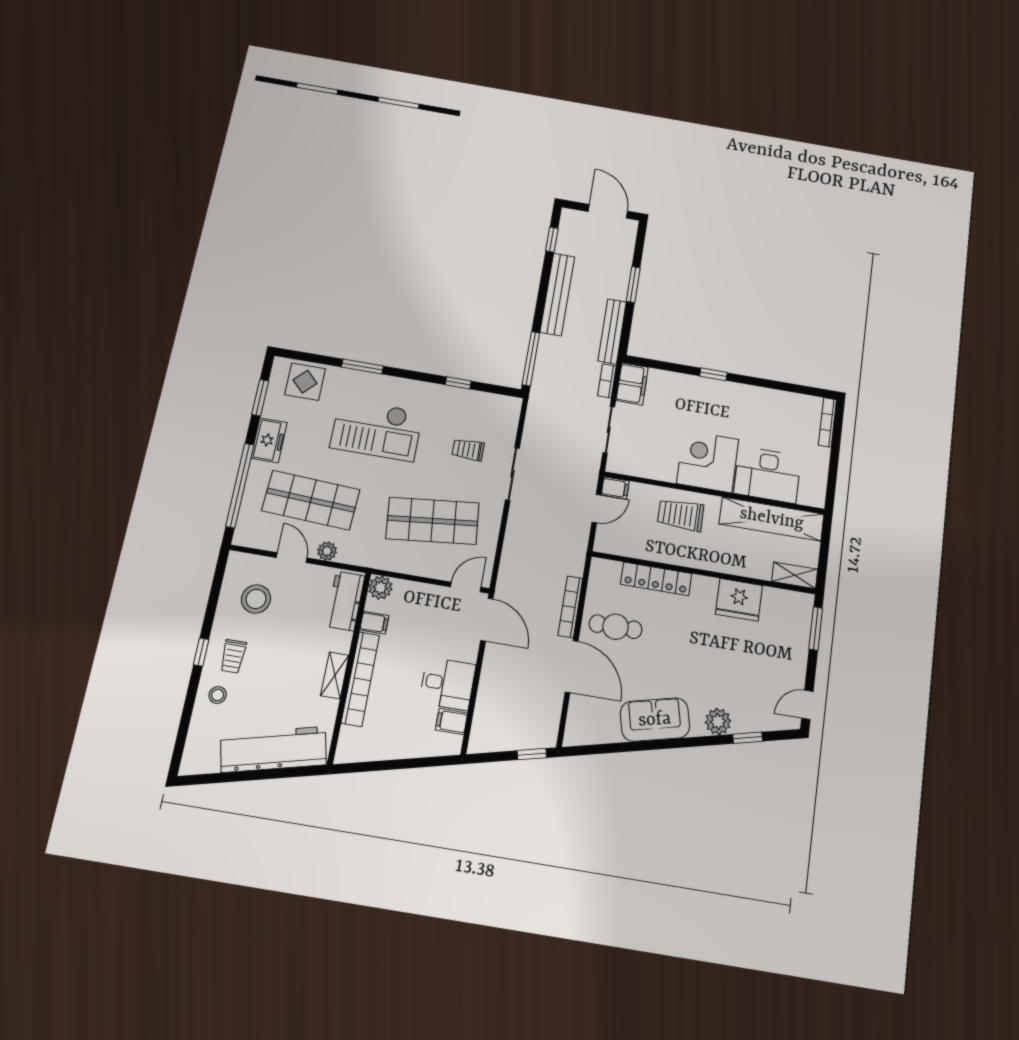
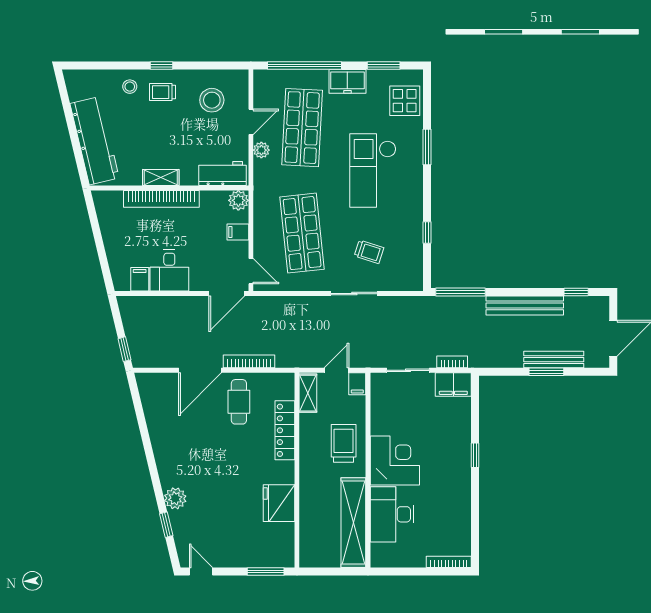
bench: (612, 331) -> (554, 360), moved
trolley: (468, 450) -> (369, 252), turned 108
door: (596, 509) -> (337, 370), swing flipped
shelving: (795, 575) -> (308, 393), moved
filing cabinet: (374, 623) -> (238, 232), moved, turned 90
sofa: (655, 720) -> (168, 446), removed

